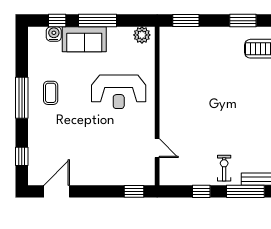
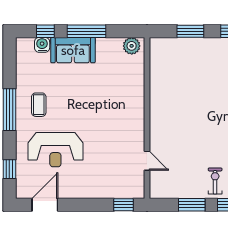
window: (186, 21) -> (190, 31), moved
reception desk: (119, 92) -> (55, 150), moved
window: (201, 191) -> (192, 205), width x1.50

